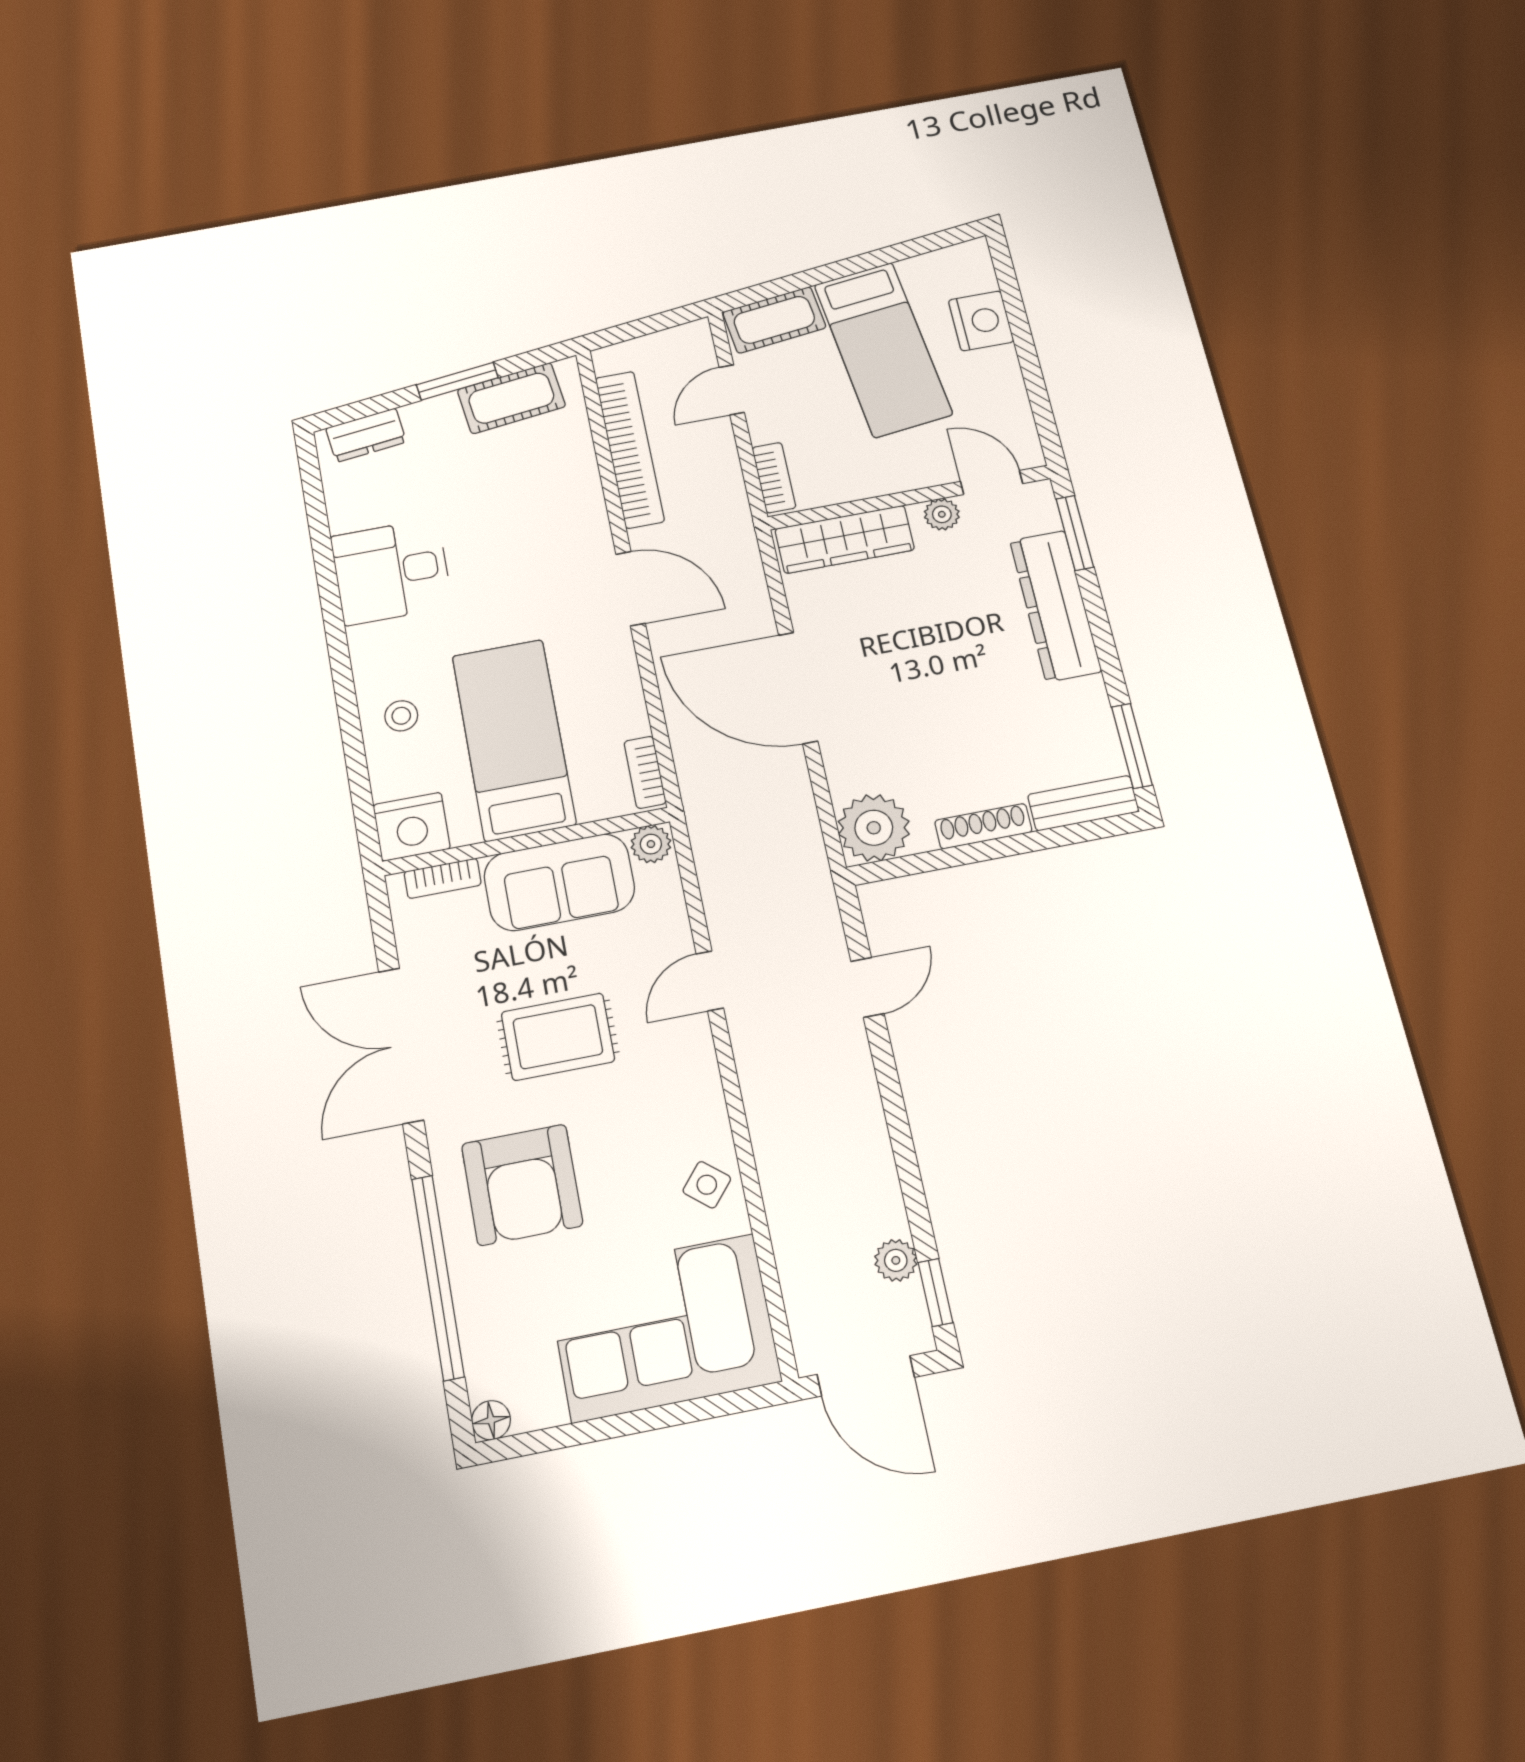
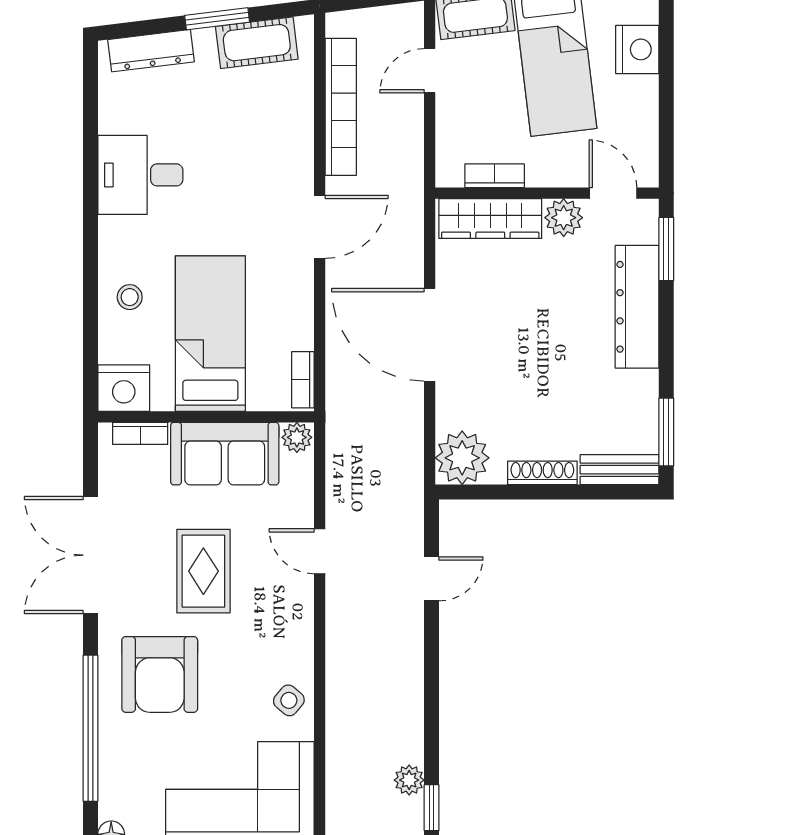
dresser: (366, 435) -> (151, 51), width x1.44
bookcase: (774, 478) -> (495, 176), moved, turned -90
plant: (942, 514) -> (564, 218), width x1.38, depth x1.38
door: (631, 589) -> (320, 227), hinge flipped
door: (710, 981) -> (320, 551), hinge flipped
rug: (558, 1037) -> (203, 571), turned 90

